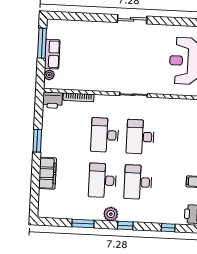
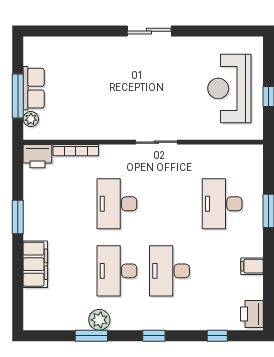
window: (42, 43) -> (18, 96), moved
desk: (140, 137) -> (222, 204), moved
plant: (111, 214) -> (99, 320), moved

